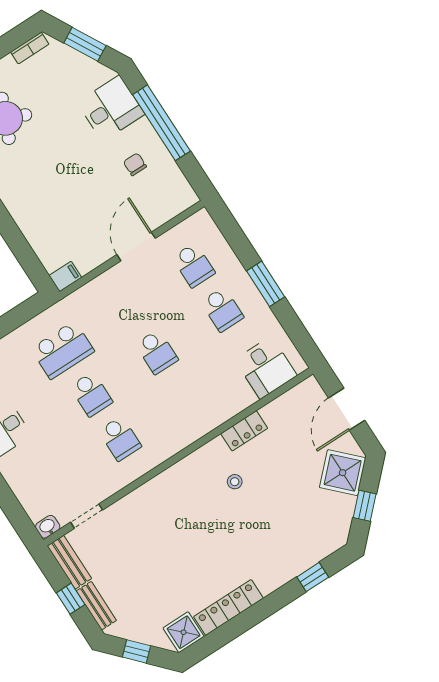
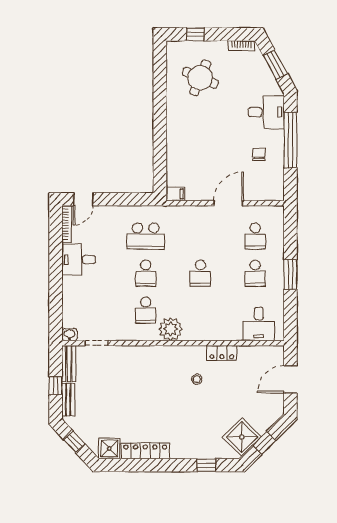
plant: (164, 442) -> (171, 329), added
shower: (343, 473) -> (242, 437), moved

